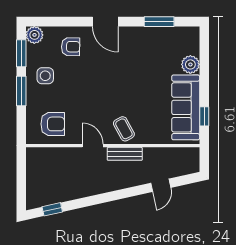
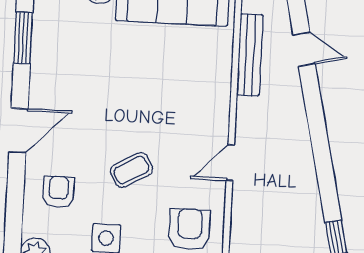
coffee table: (124, 129) -> (131, 170), moved
bench: (125, 154) -> (250, 55), moved, width x1.36

